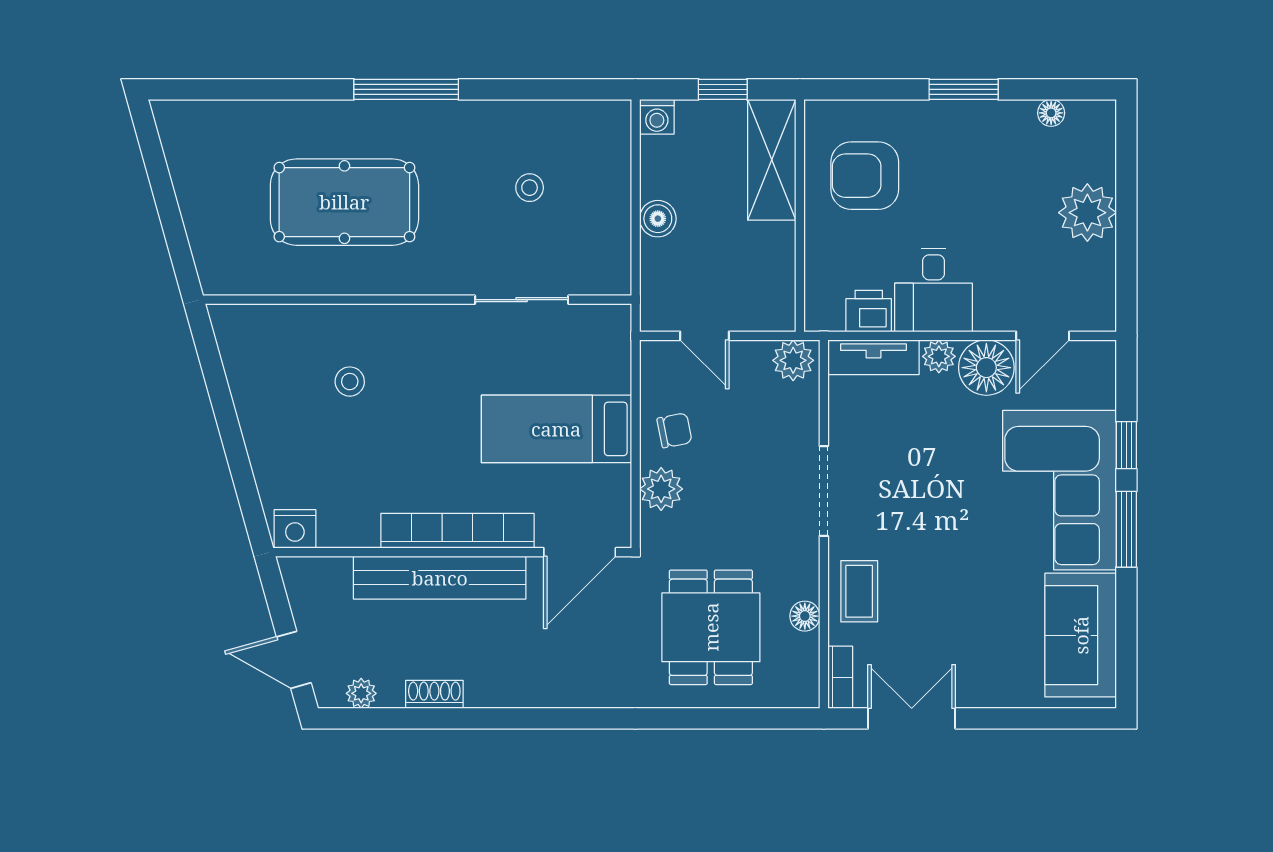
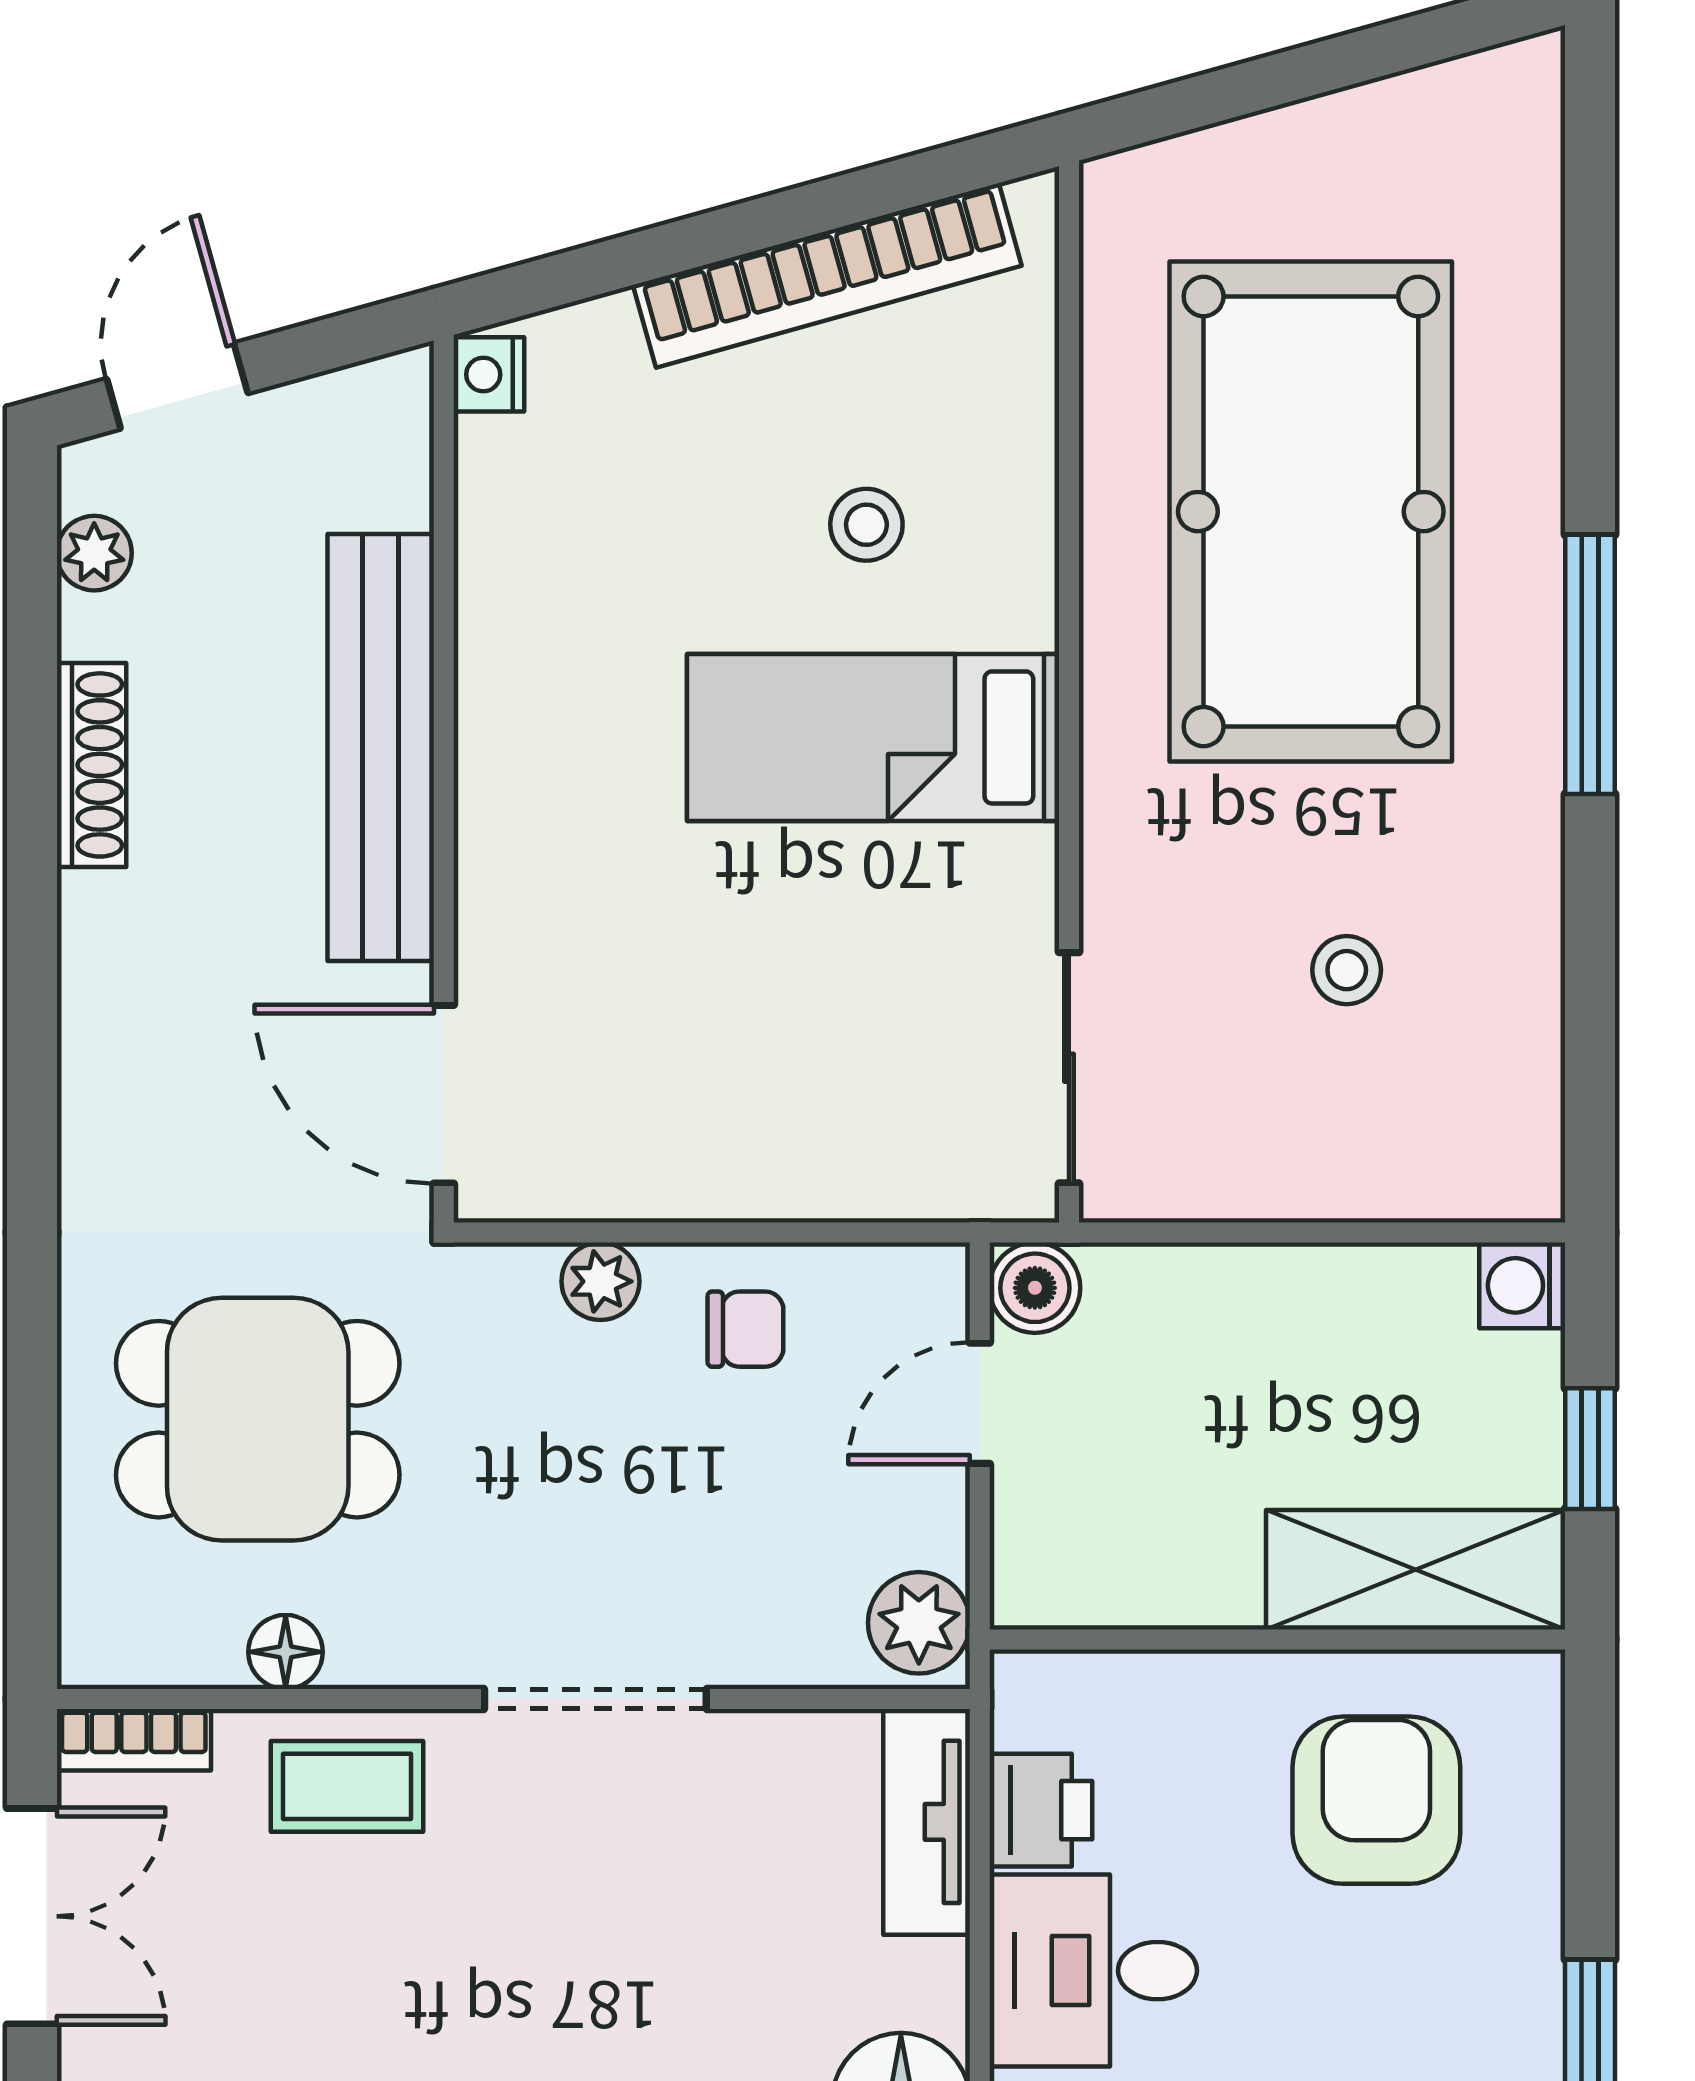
pool table: (344, 202) -> (1311, 512), width x1.36, depth x1.32
boiler: (658, 219) -> (1035, 1288), moved
sliding door: (522, 300) -> (1069, 1068), moved
plant: (939, 356) -> (929, 1984), removed
bed: (556, 429) -> (873, 737), moved, turned -90
chair: (674, 430) -> (745, 1329), turned -79
plant: (661, 489) -> (600, 1281), width x0.73, depth x0.73
nightstand: (295, 529) -> (489, 374), width x0.72, depth x0.74
bookcase: (457, 531) -> (827, 275), moved, turned 74
shoe rack: (434, 694) -> (91, 765), width x1.43

